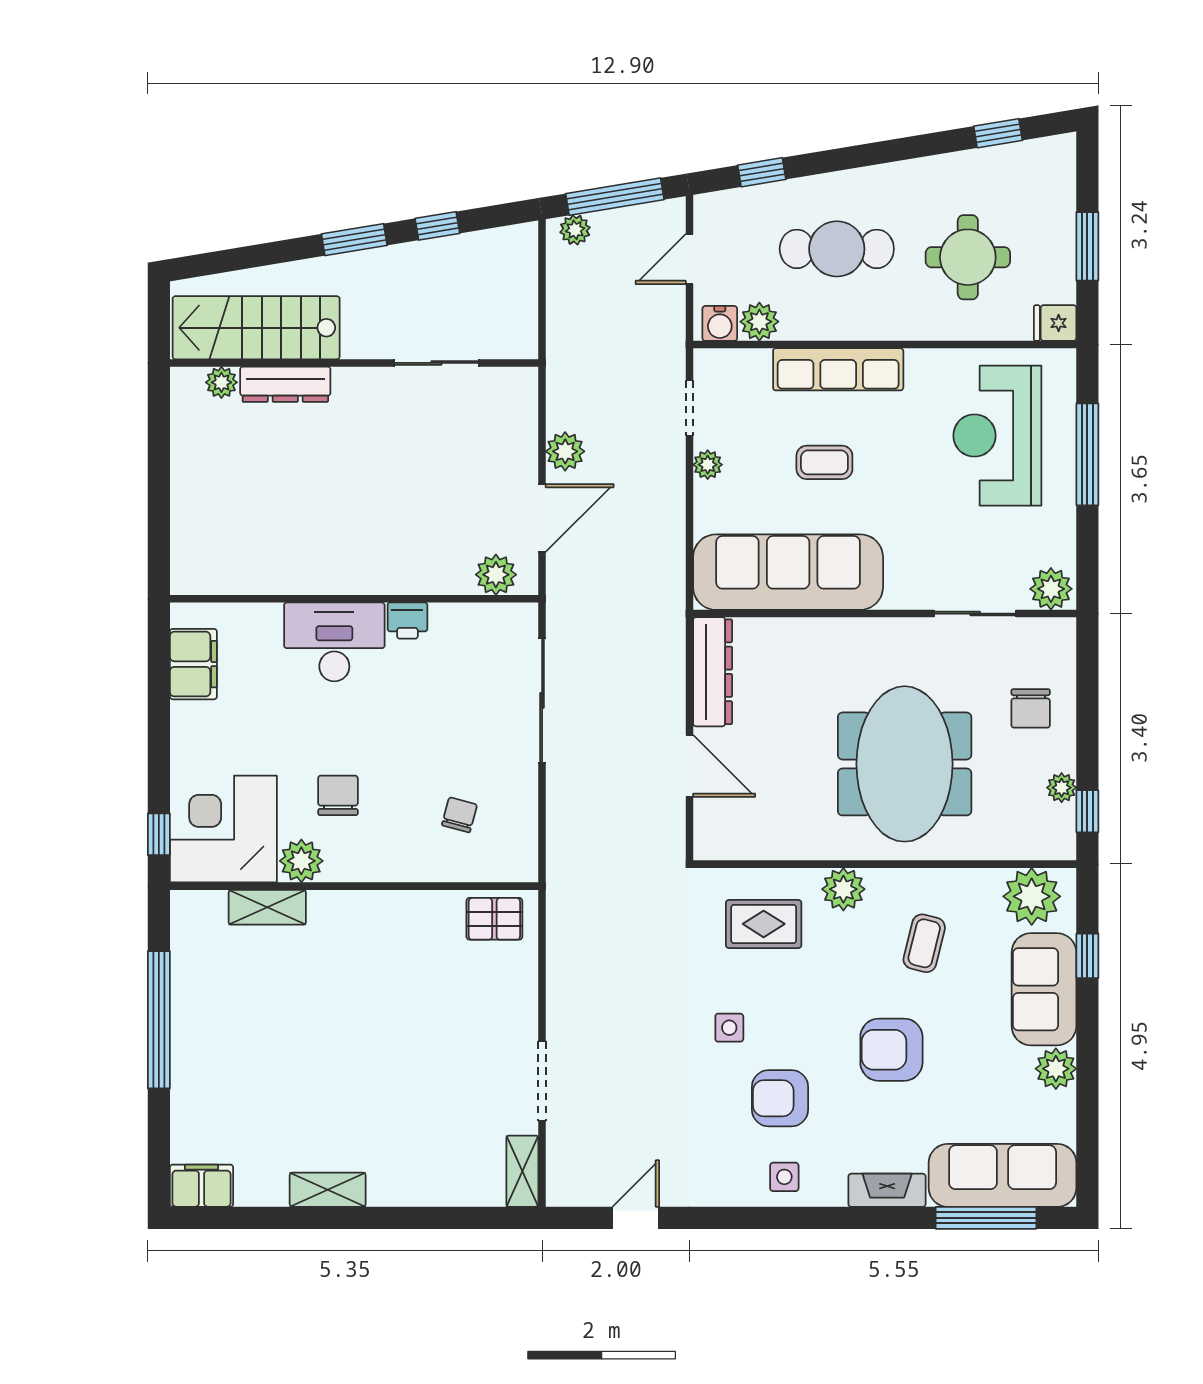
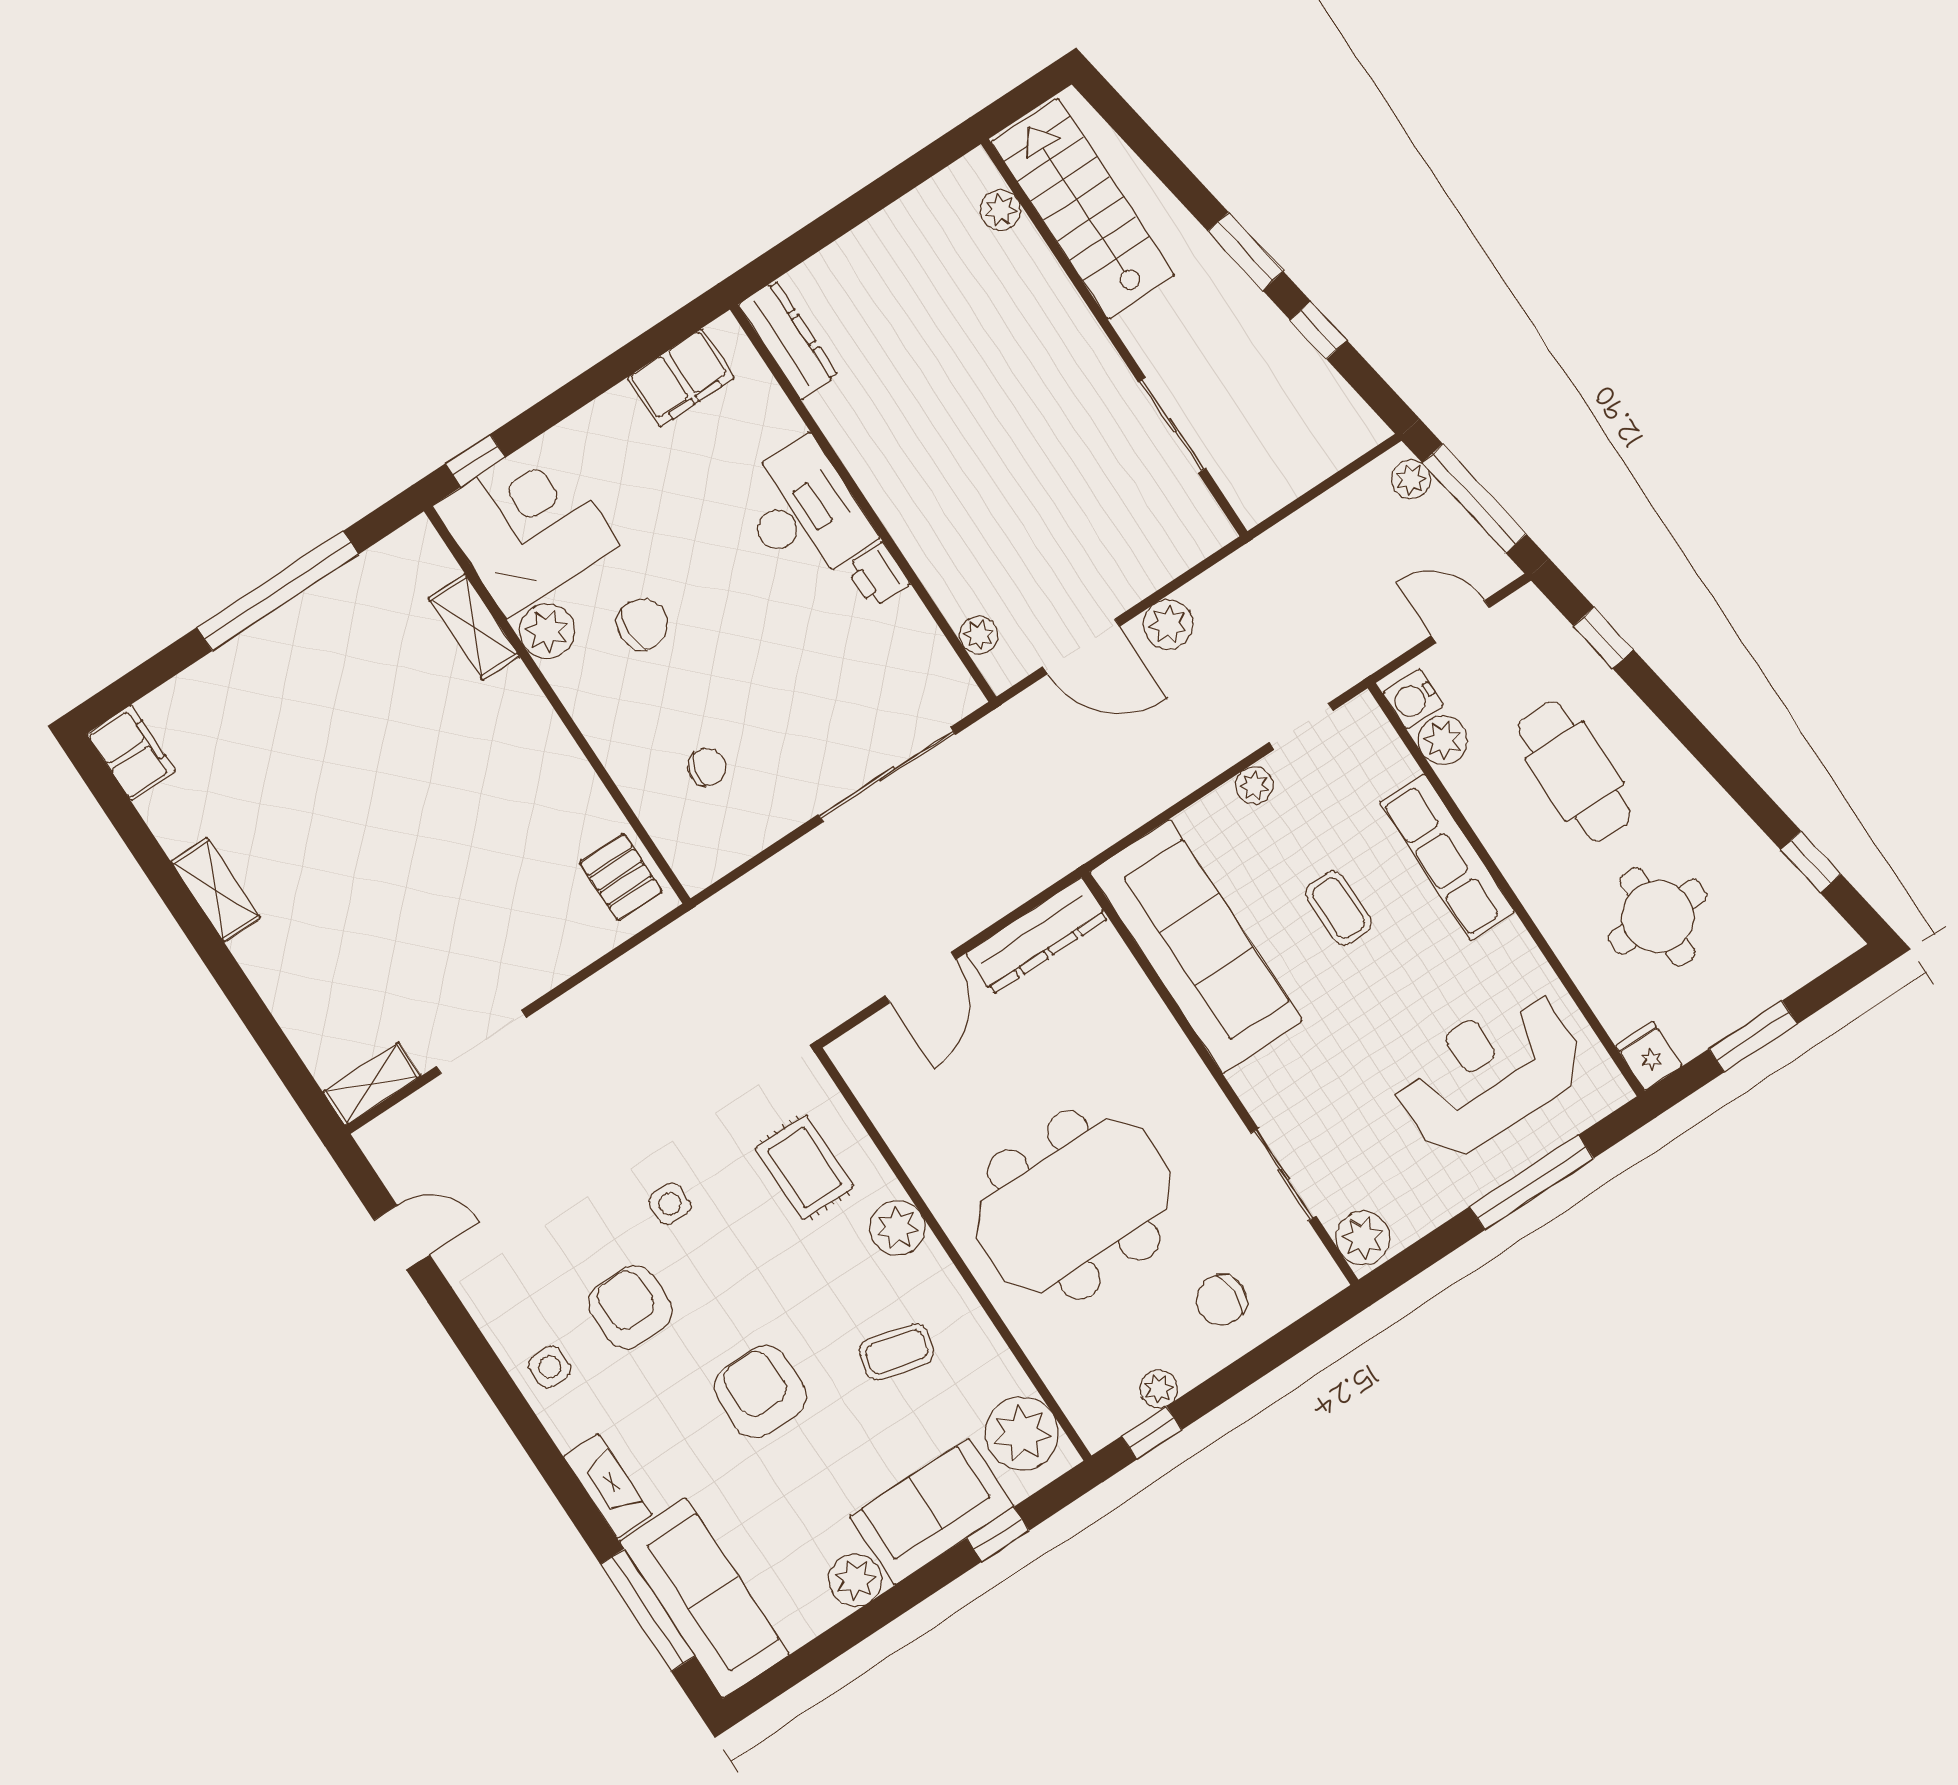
dresser: (285, 384) -> (788, 340), moved, turned 180
plant: (496, 575) -> (978, 635), width x0.73, depth x0.73

